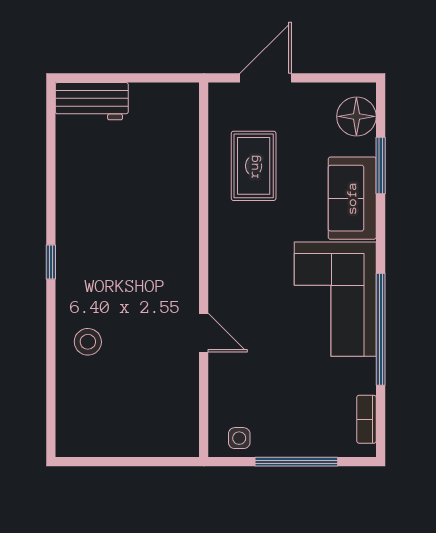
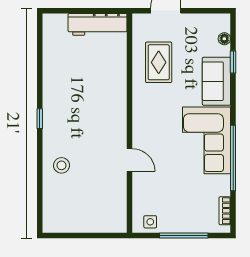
workbench: (92, 101) -> (97, 24), moved, width x1.37
floor lamp: (356, 116) -> (224, 39), width x0.53, depth x0.53
window: (381, 165) -> (233, 62), width x0.67

